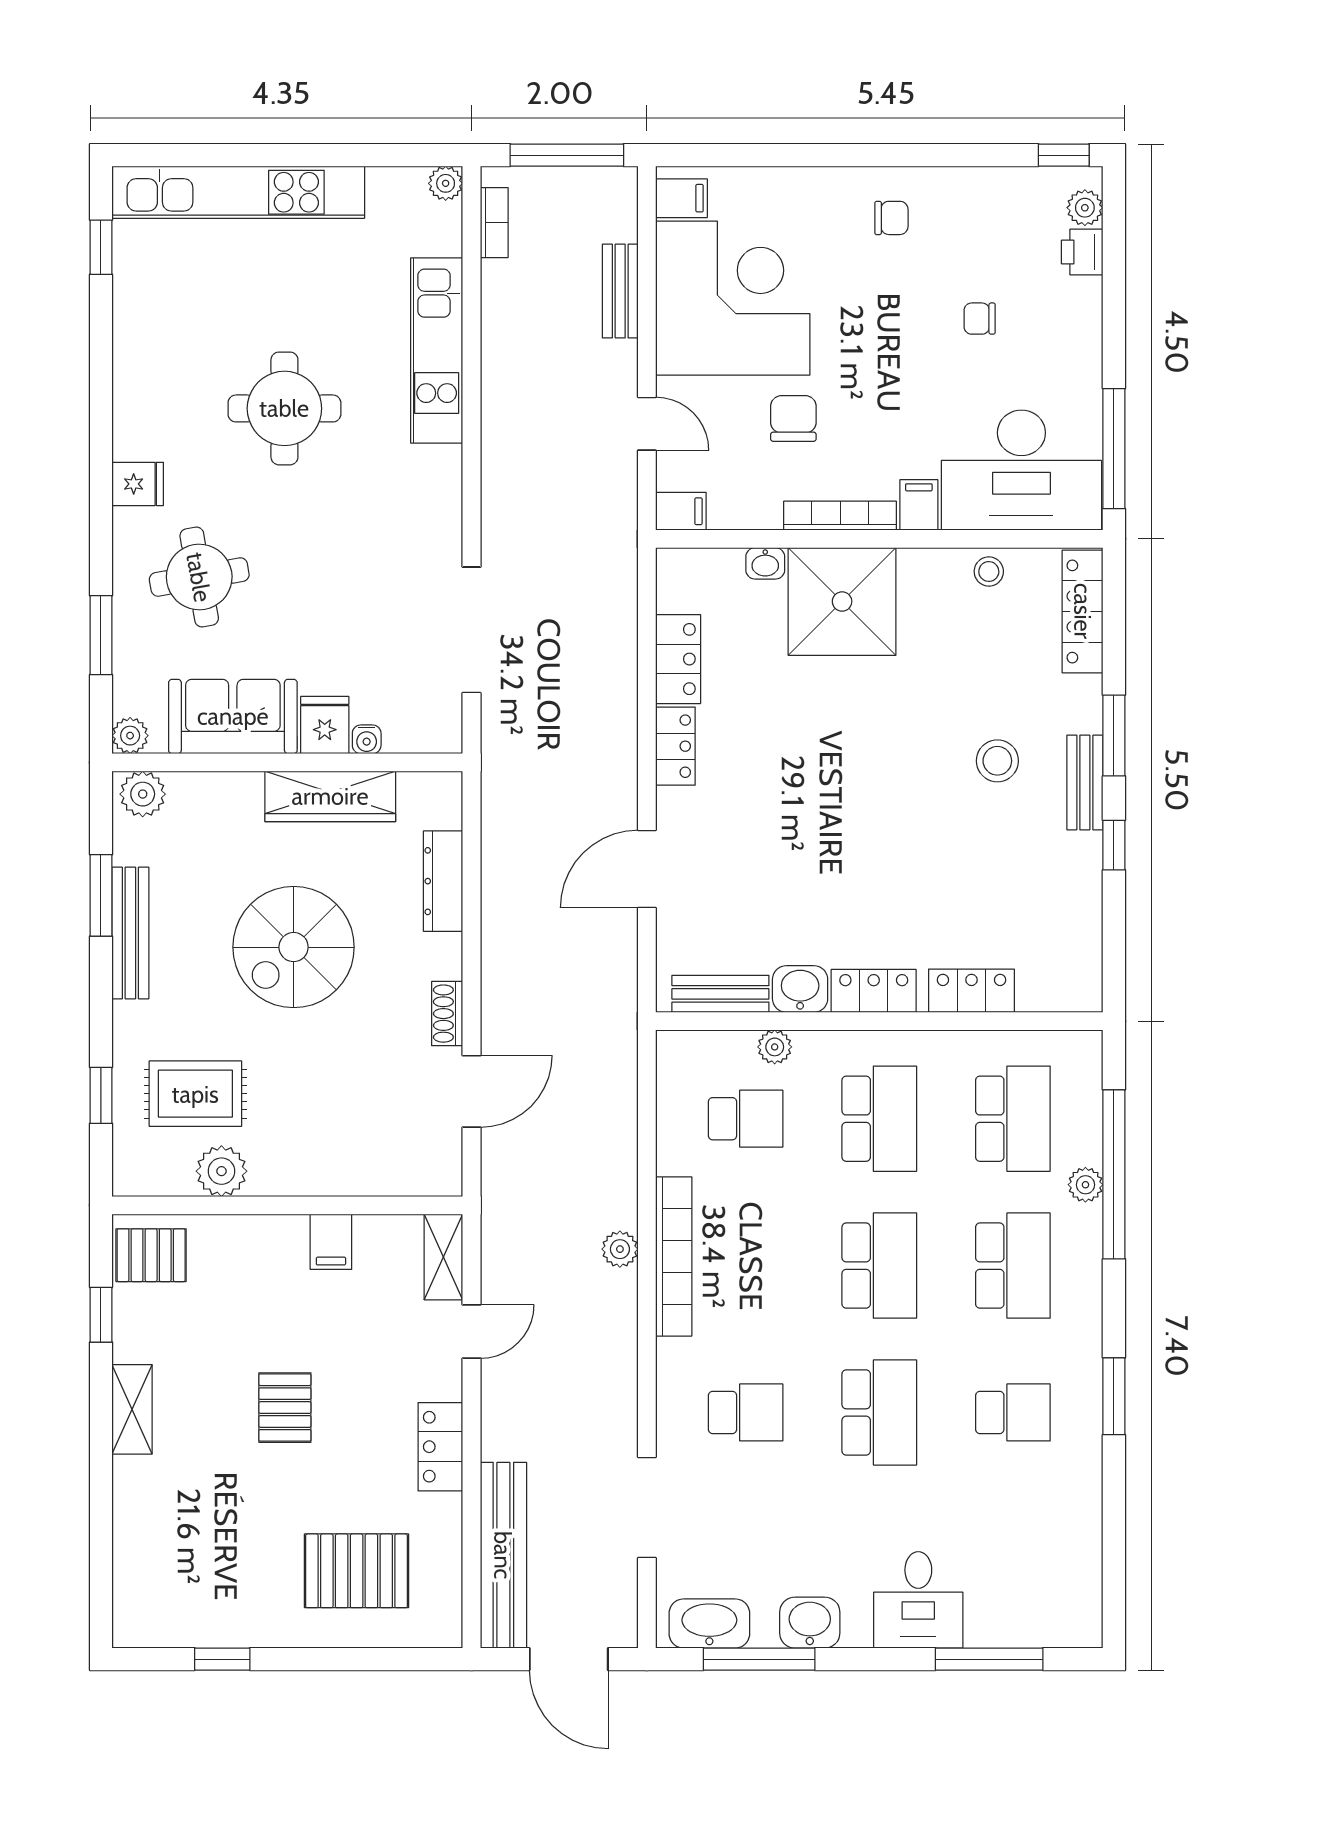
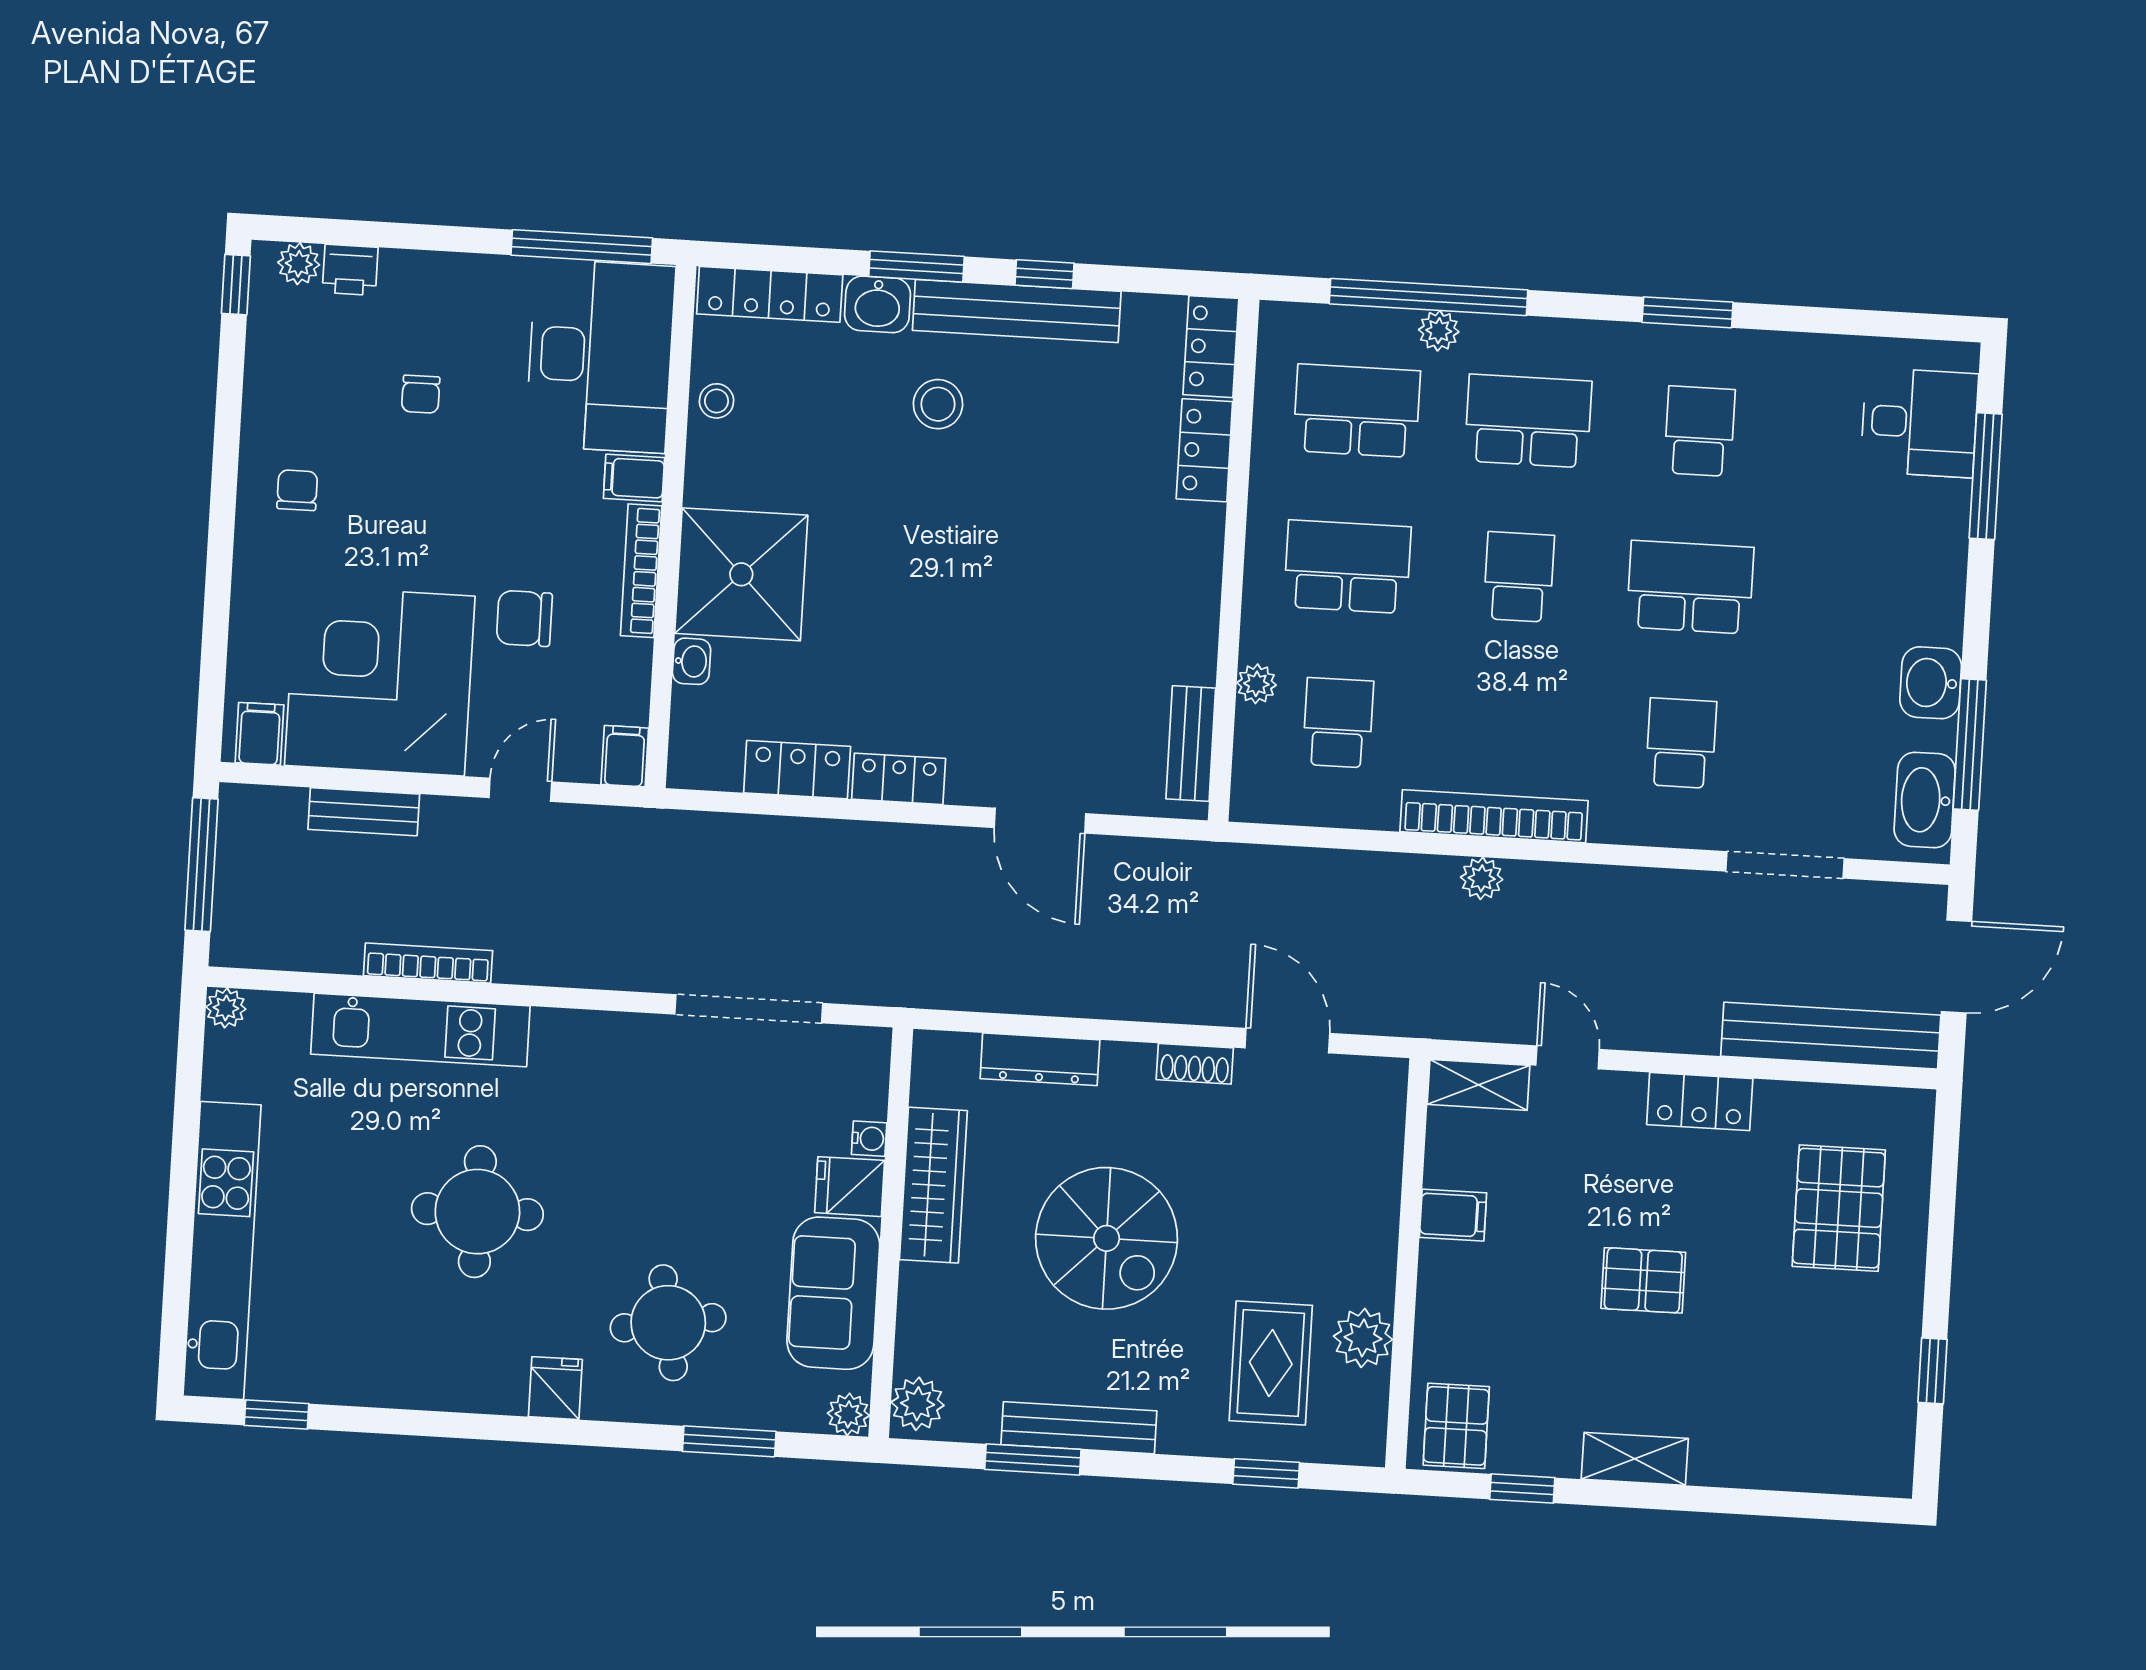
bookcase: (494, 223) -> (428, 963), moved, width x1.56
bench: (1085, 783) -> (1017, 311), width x1.86, depth x1.21
washbasin: (800, 989) -> (878, 304), moved, turned -90
locker: (874, 991) -> (1211, 347), moved
school desk: (879, 1266) -> (1519, 577), width x0.54
desk: (918, 1600) -> (1920, 423), moved

